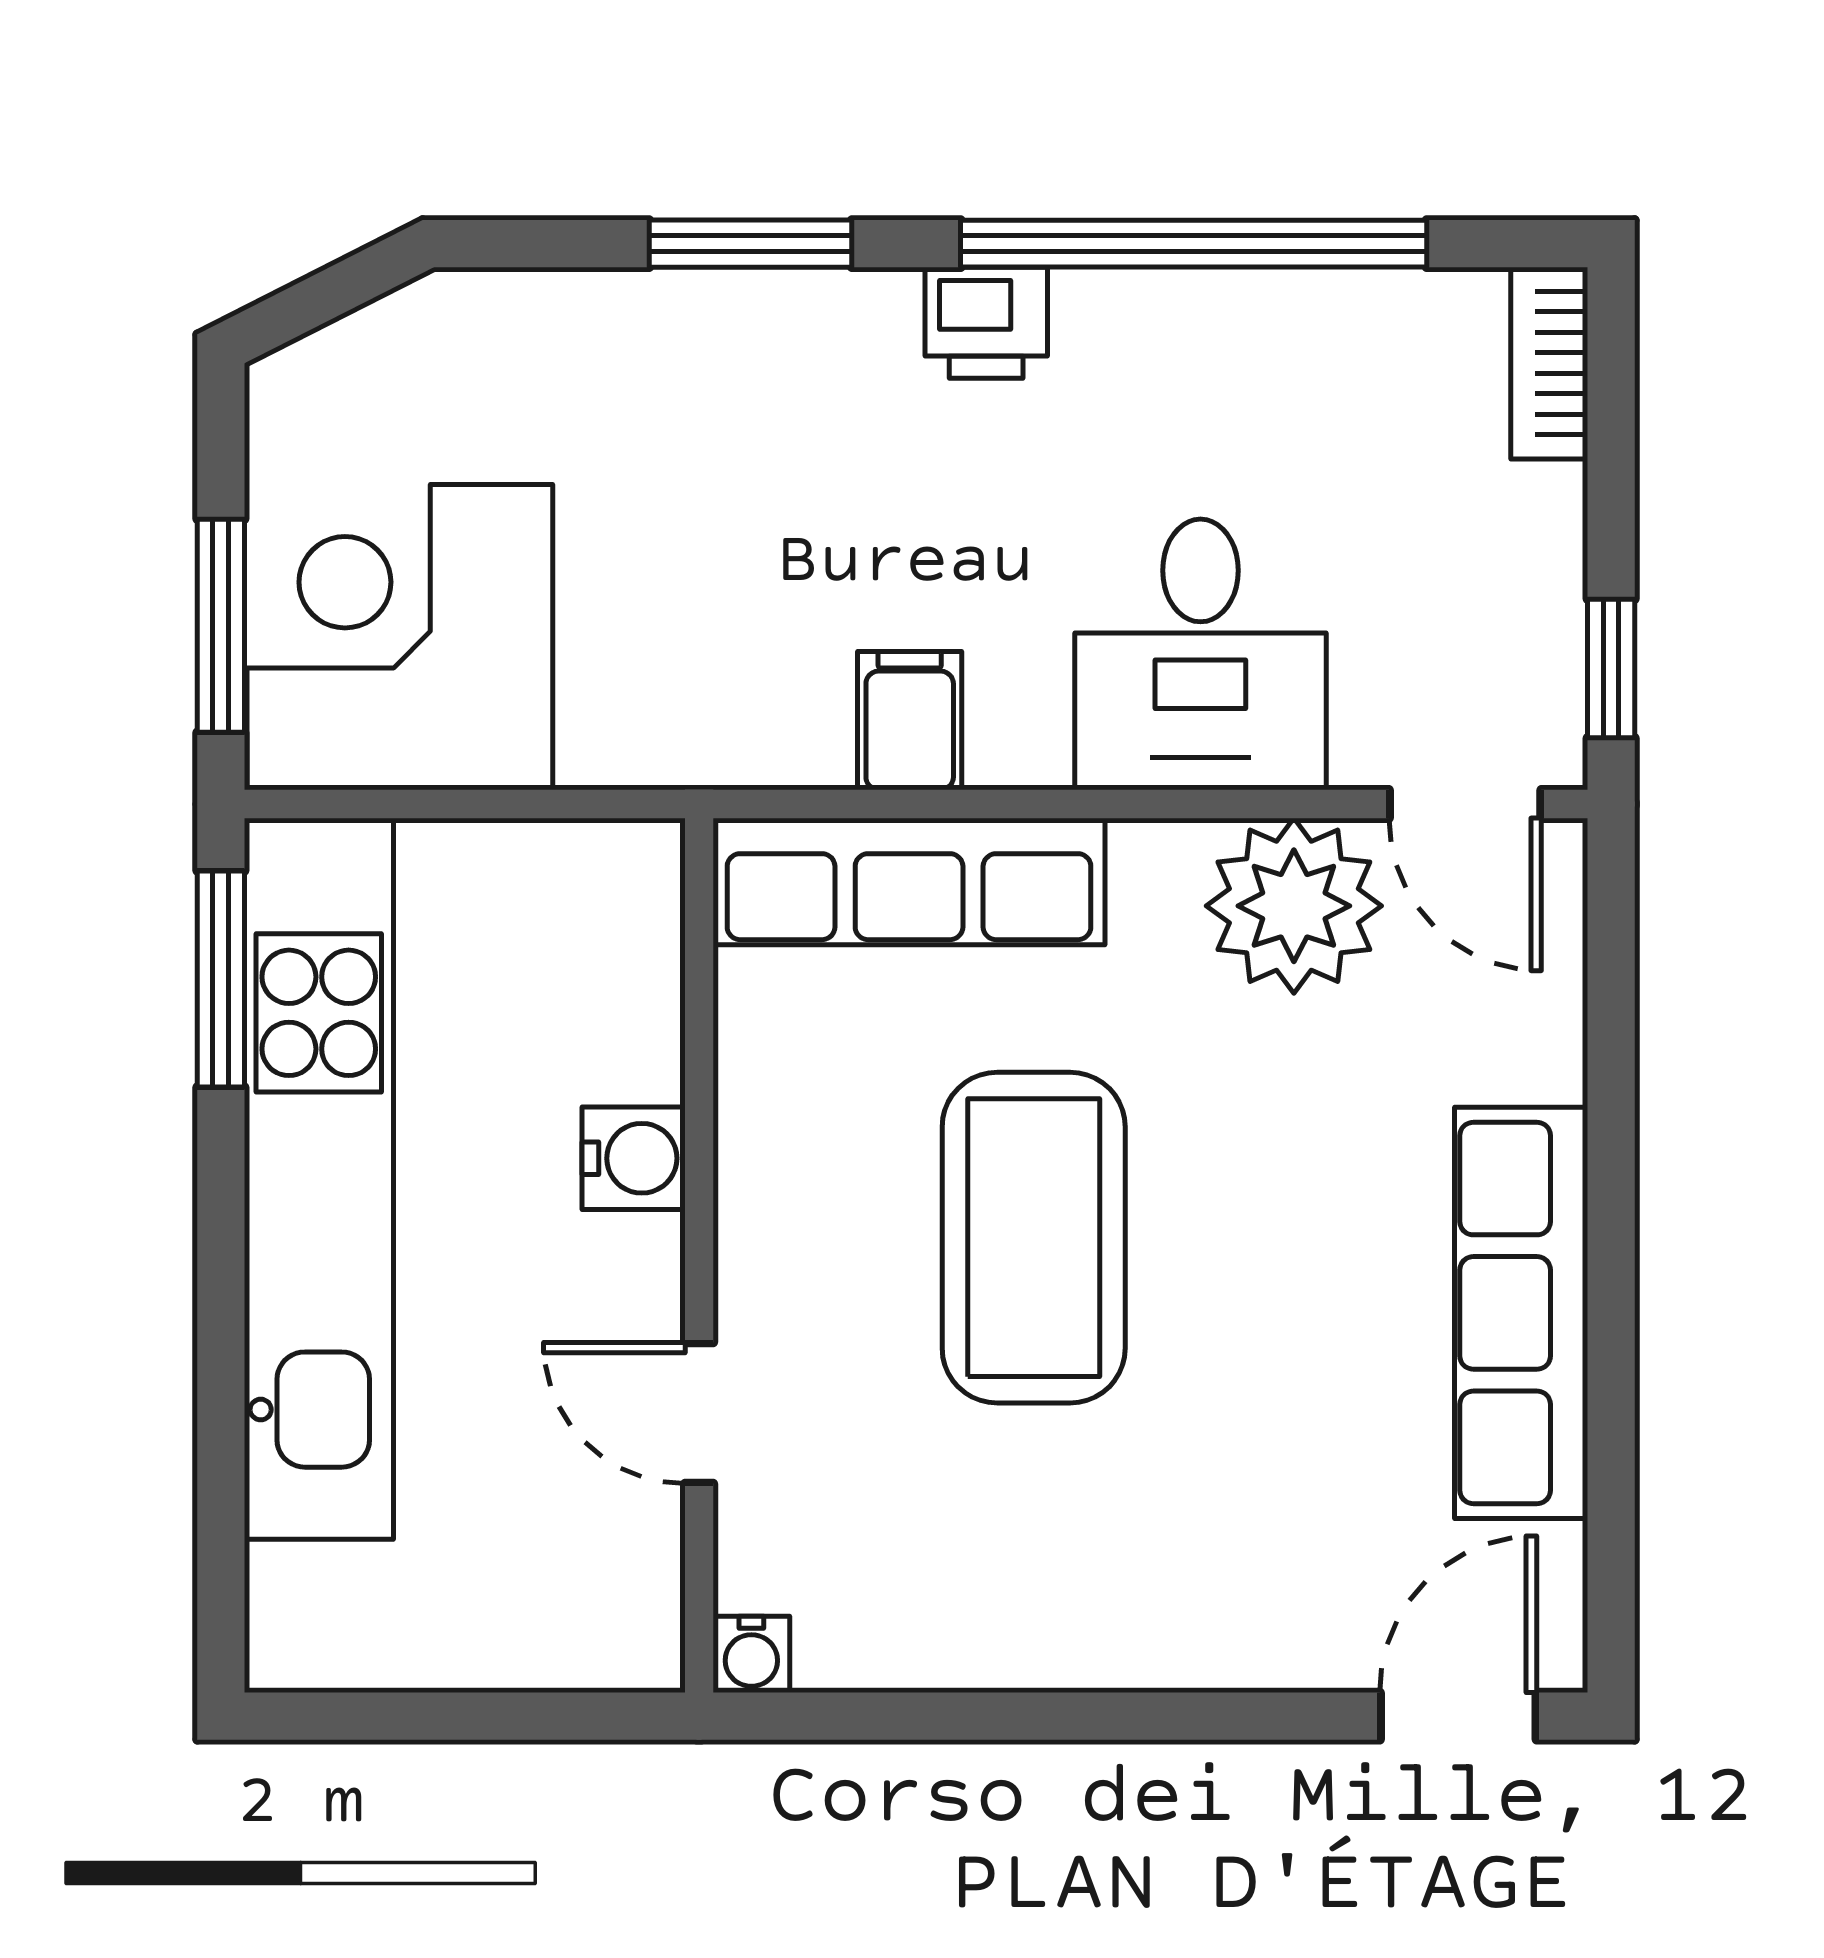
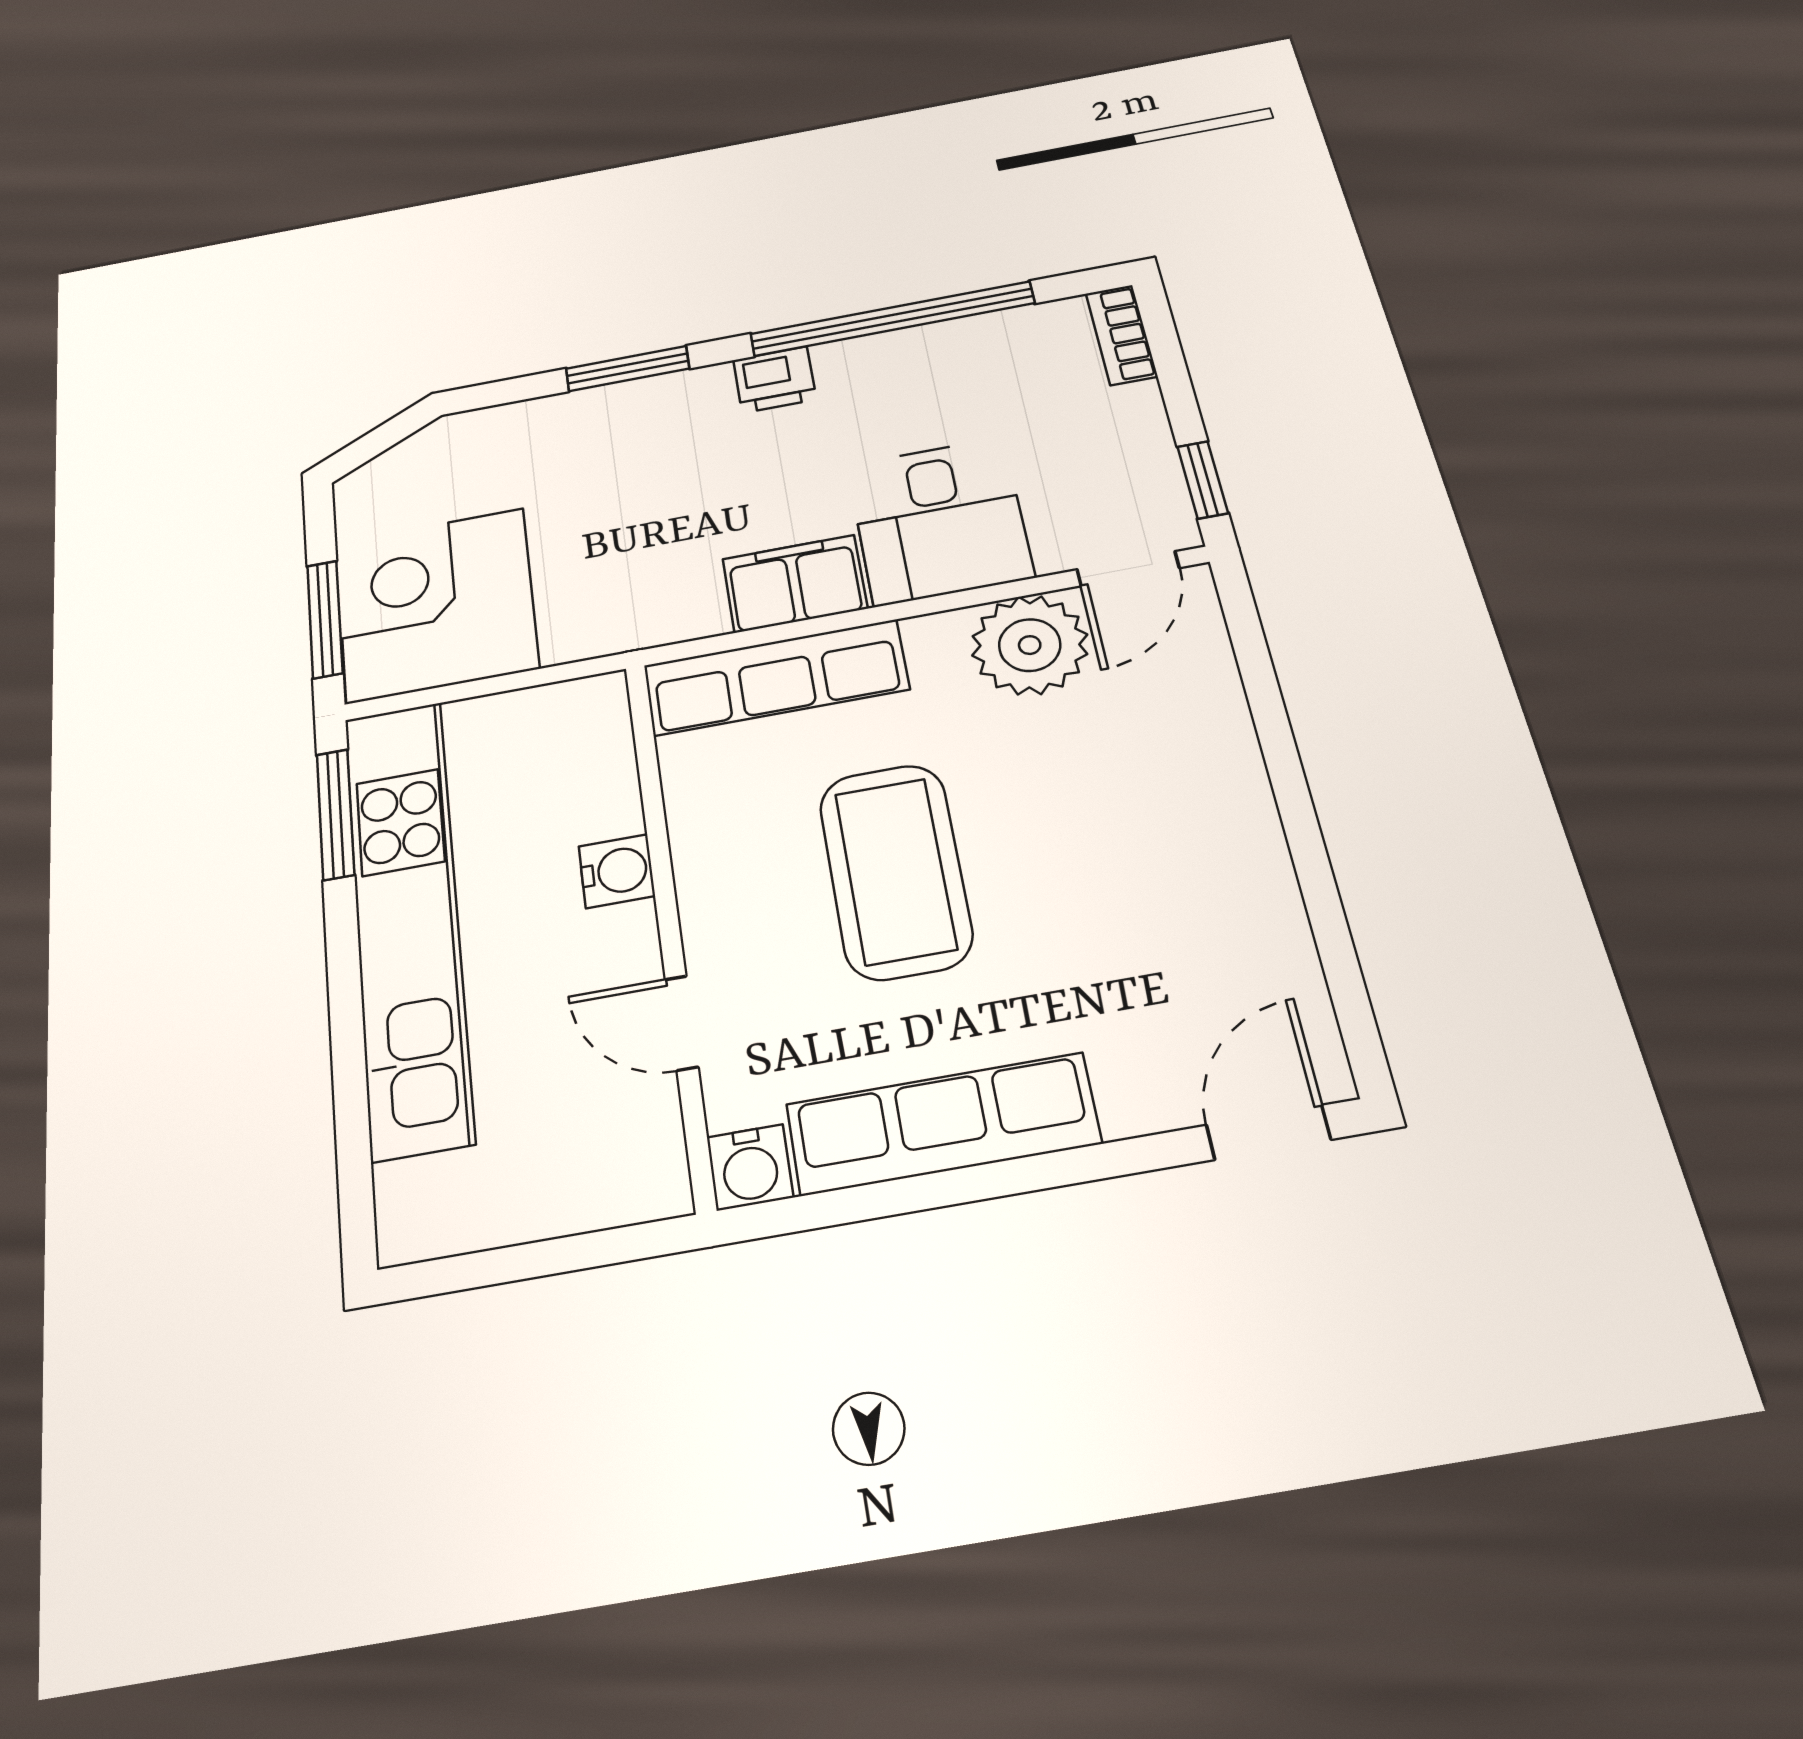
filing cabinet: (910, 721) -> (795, 584), width x2.00
door: (1465, 804) -> (1128, 569), hinge flipped
row of seats: (1521, 1313) -> (943, 1124), moved, turned 90
water cooler: (751, 1654) -> (750, 1167), width x1.38, depth x1.38

